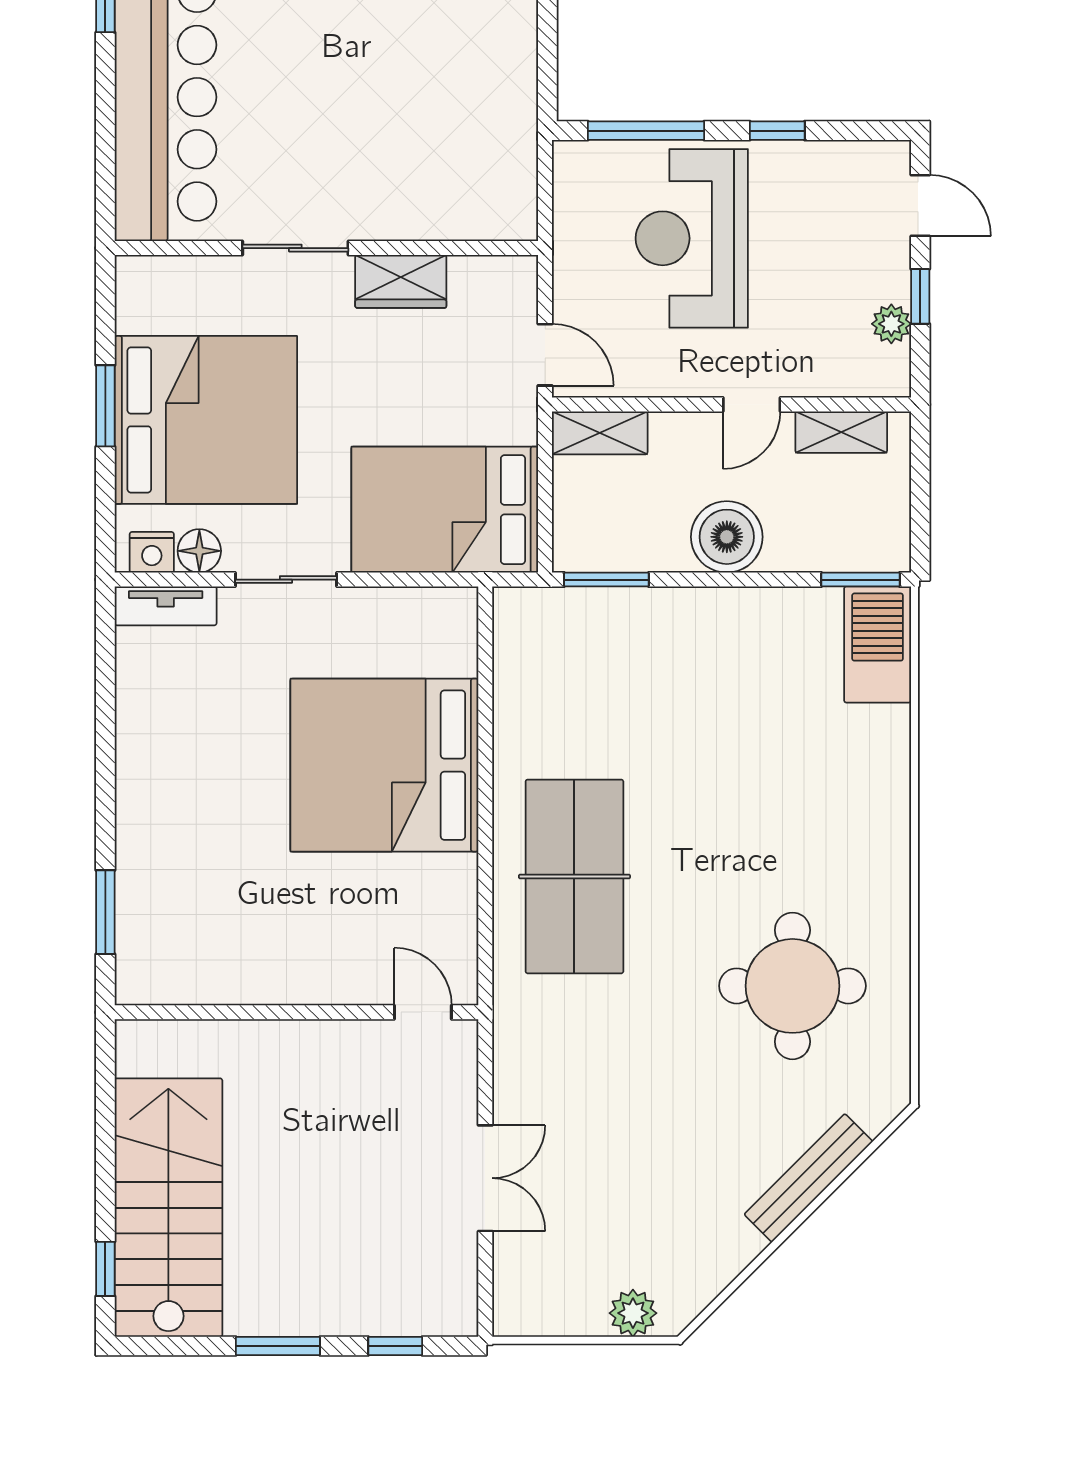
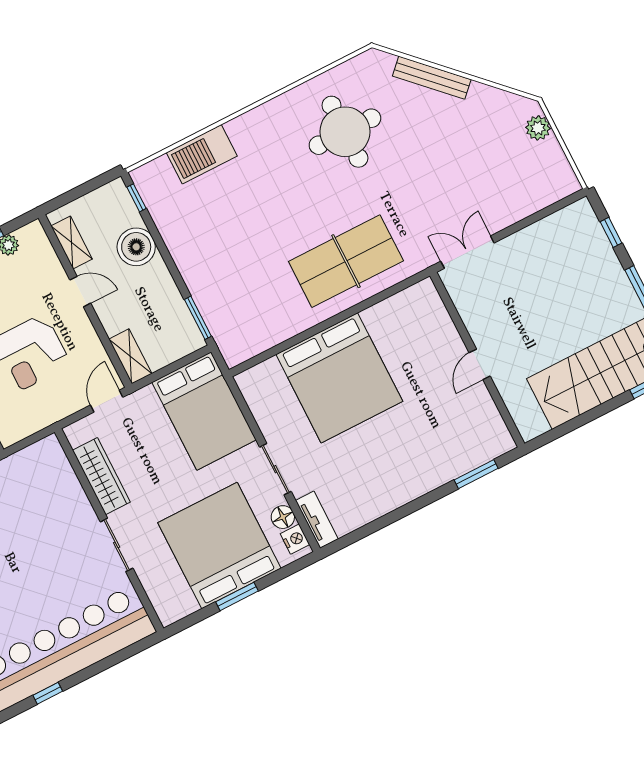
wardrobe: (401, 281) -> (101, 476), width x1.50
boiler: (727, 537) -> (136, 247), moved
window: (861, 580) -> (137, 198), width x0.67
barbecue: (878, 644) -> (202, 154), moved
door: (423, 1012) -> (480, 364), moved
double door: (485, 1178) -> (467, 252), moved

